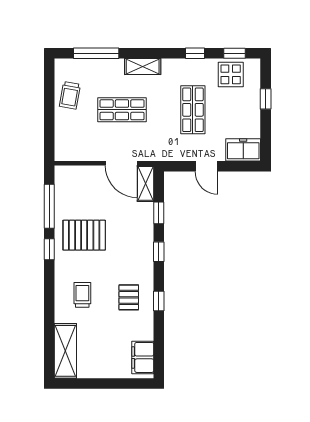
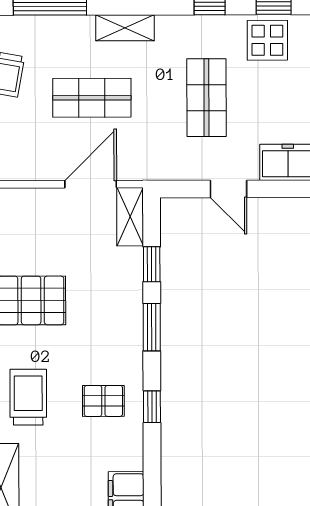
door: (121, 163) -> (91, 184), swing flipped
window: (159, 252) -> (152, 327), width x1.50
trolley: (82, 295) -> (28, 397), width x1.36, depth x1.39
pallet: (129, 297) -> (103, 401), turned 90

